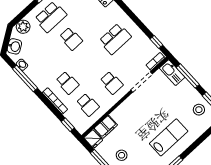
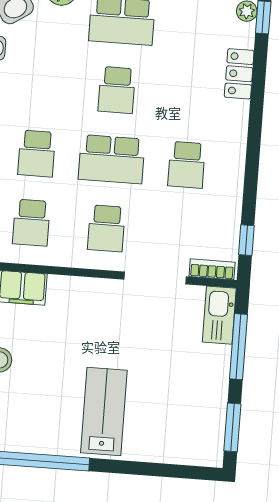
school desk: (115, 39) -> (187, 165), width x0.54
school desk: (91, 61) -> (112, 159), added
stool: (199, 110) -> (199, 419), removed
lab bench: (169, 137) -> (104, 412), turned -90

